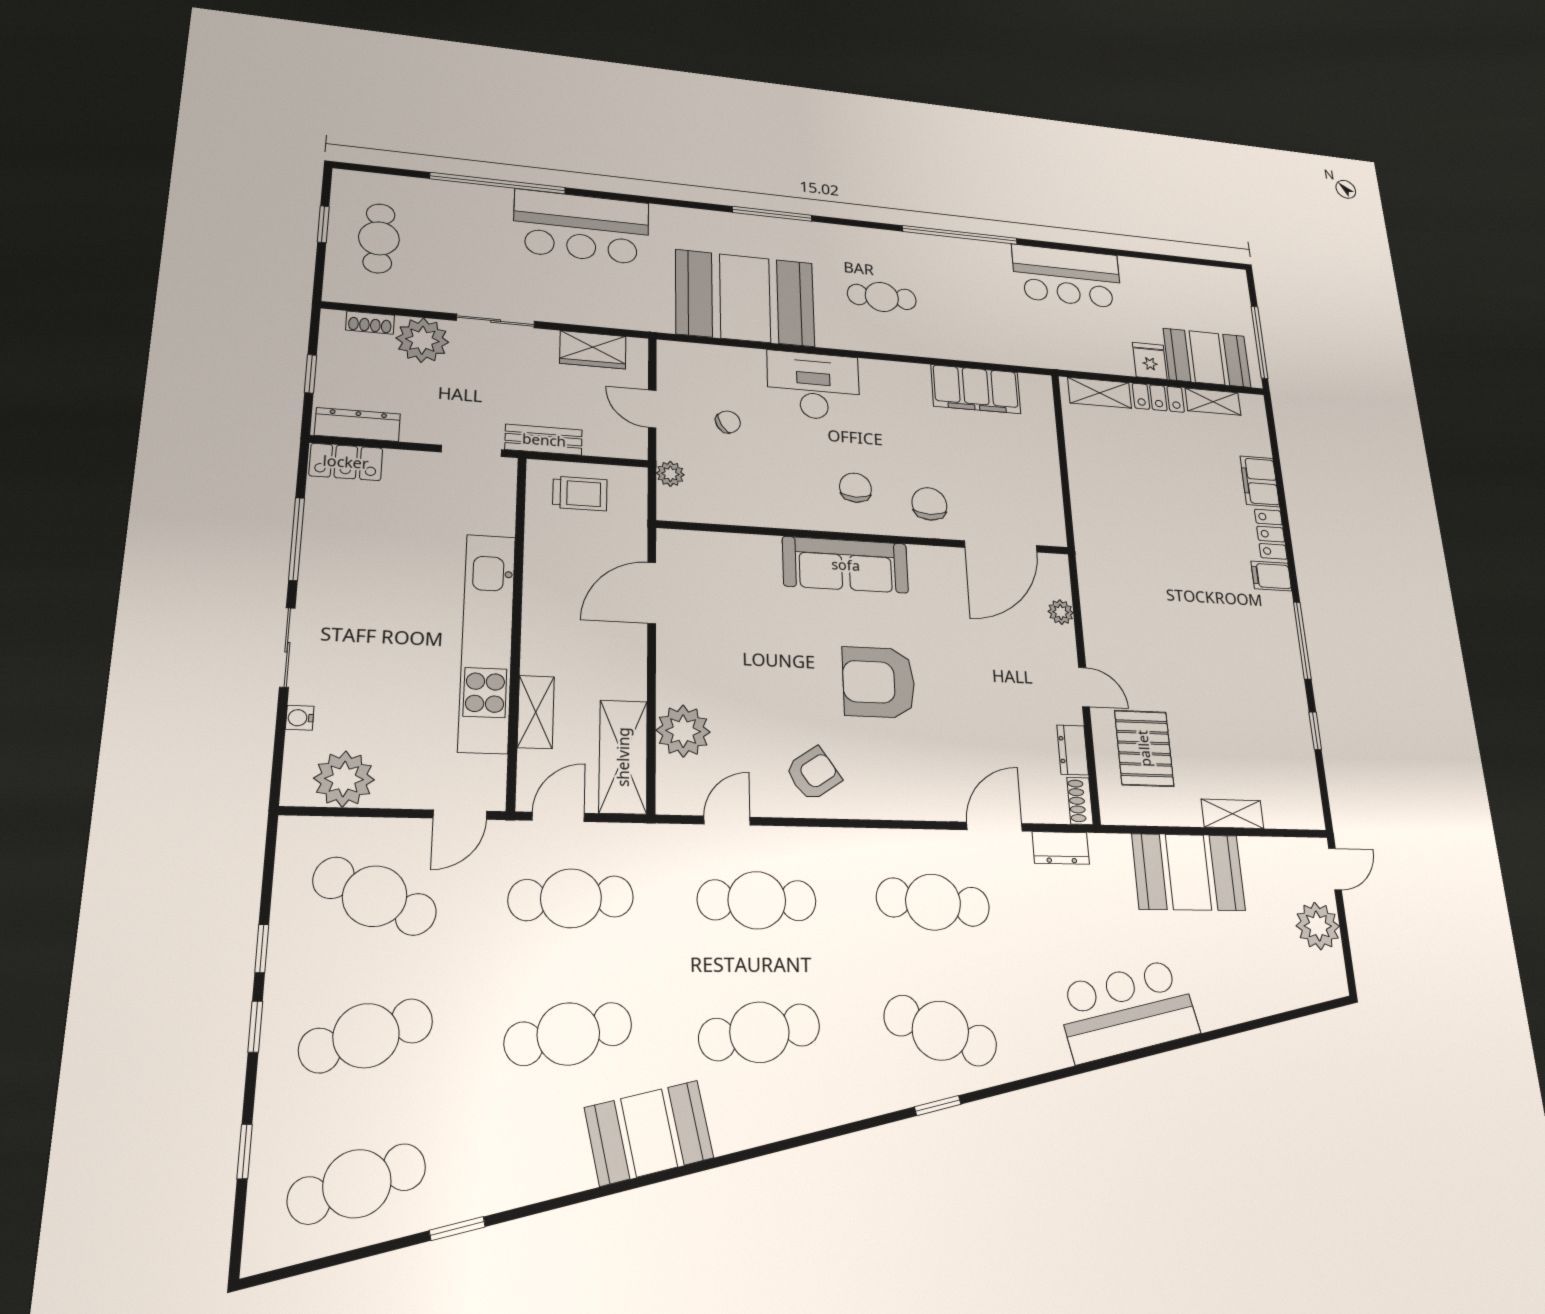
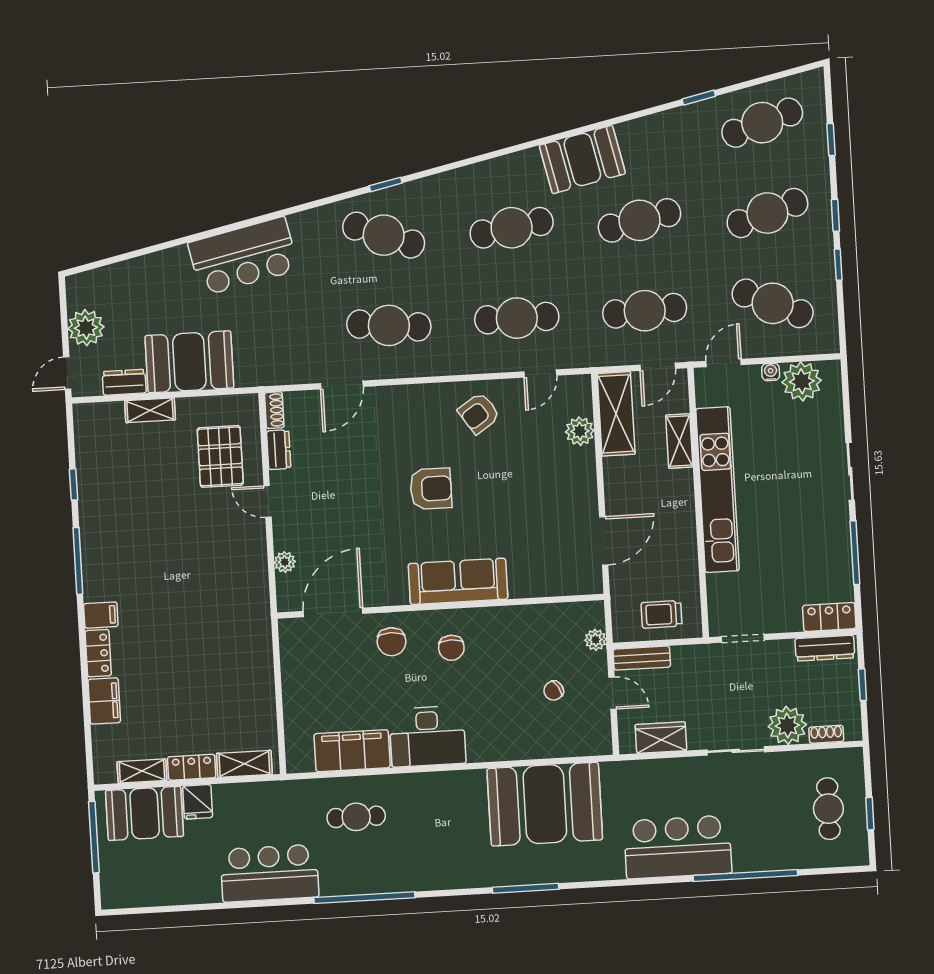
cafe table: (882, 297) -> (356, 817), moved
desk: (814, 386) -> (428, 736), moved
bench: (544, 440) -> (642, 658), moved
armchair: (879, 682) -> (431, 489), width x0.73, depth x0.73
water cooler: (300, 718) -> (771, 372), moved, turned -90
plant: (683, 731) -> (580, 431), width x0.73, depth x0.73
dresser: (1061, 848) -> (124, 382), moved

